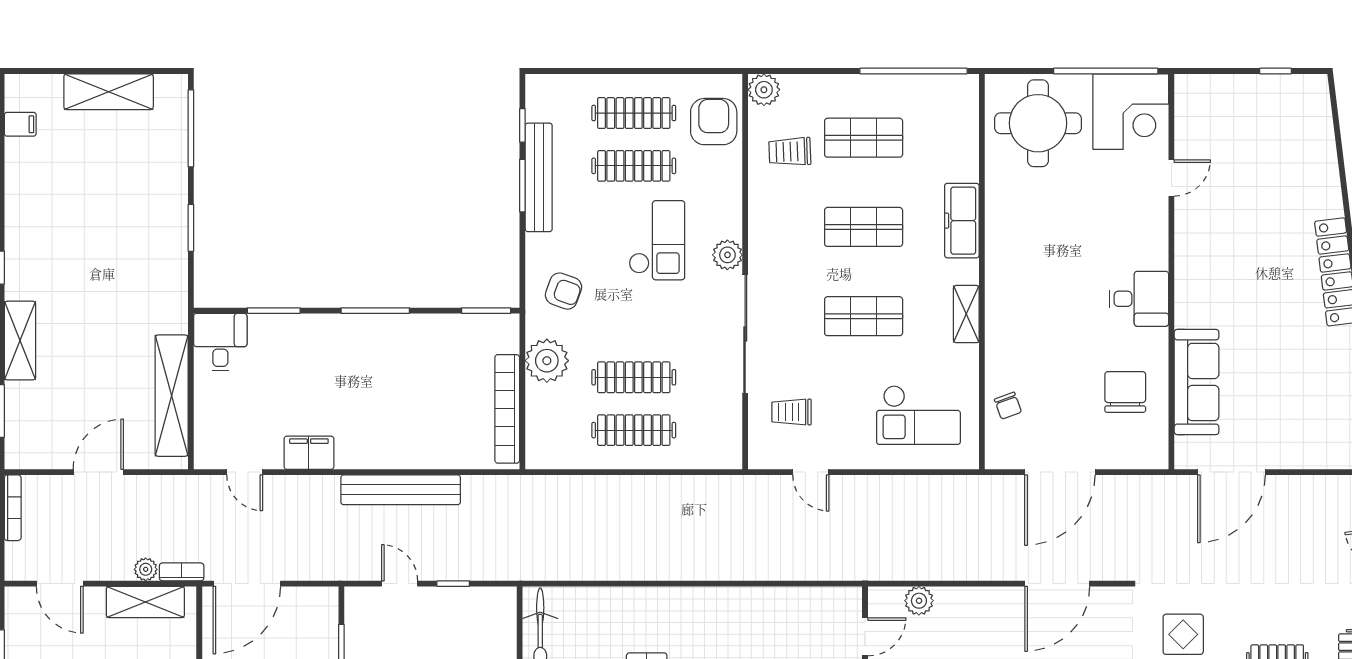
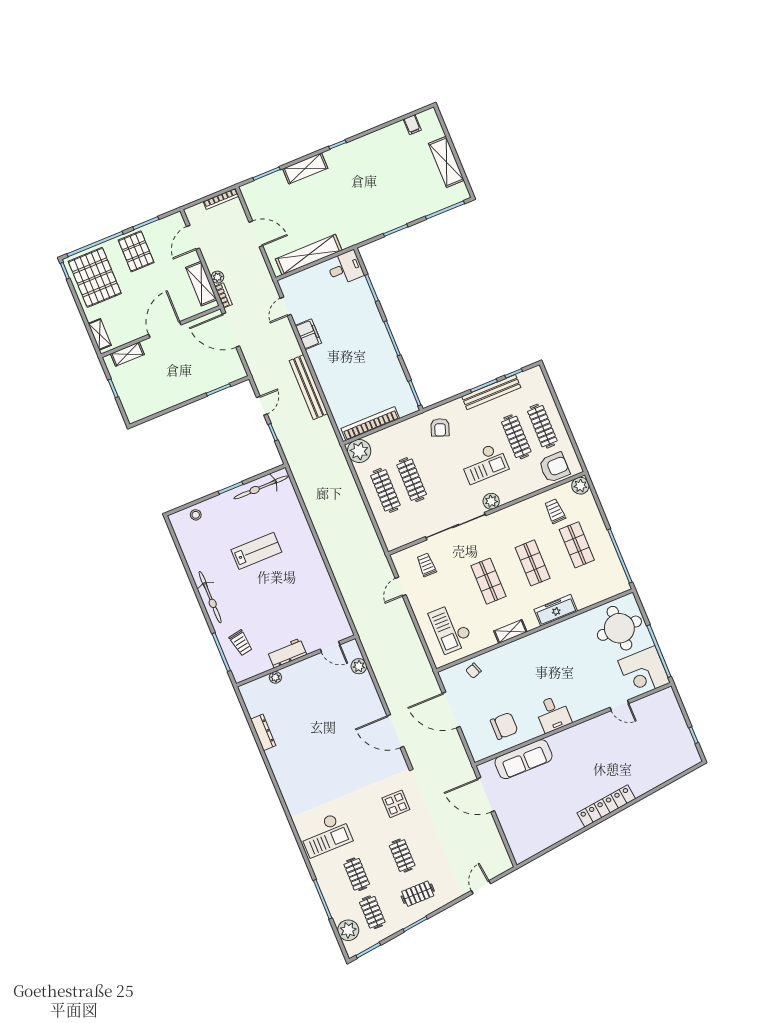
plant: (547, 361) -> (359, 451), moved

